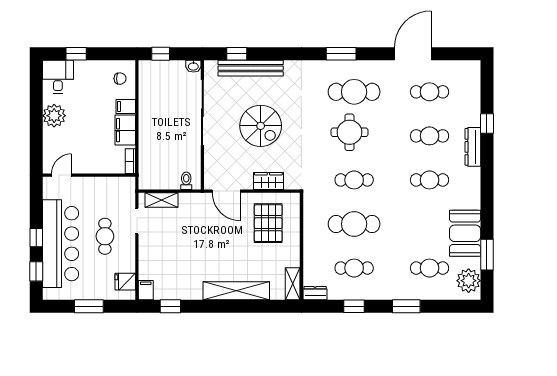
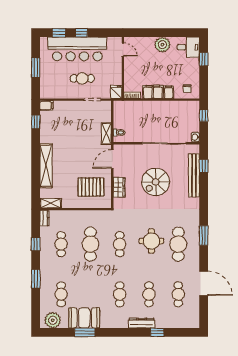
shelving: (162, 200) -> (106, 134), moved
window: (487, 255) -> (85, 332), moved
fridge: (125, 282) -> (116, 92), moved

